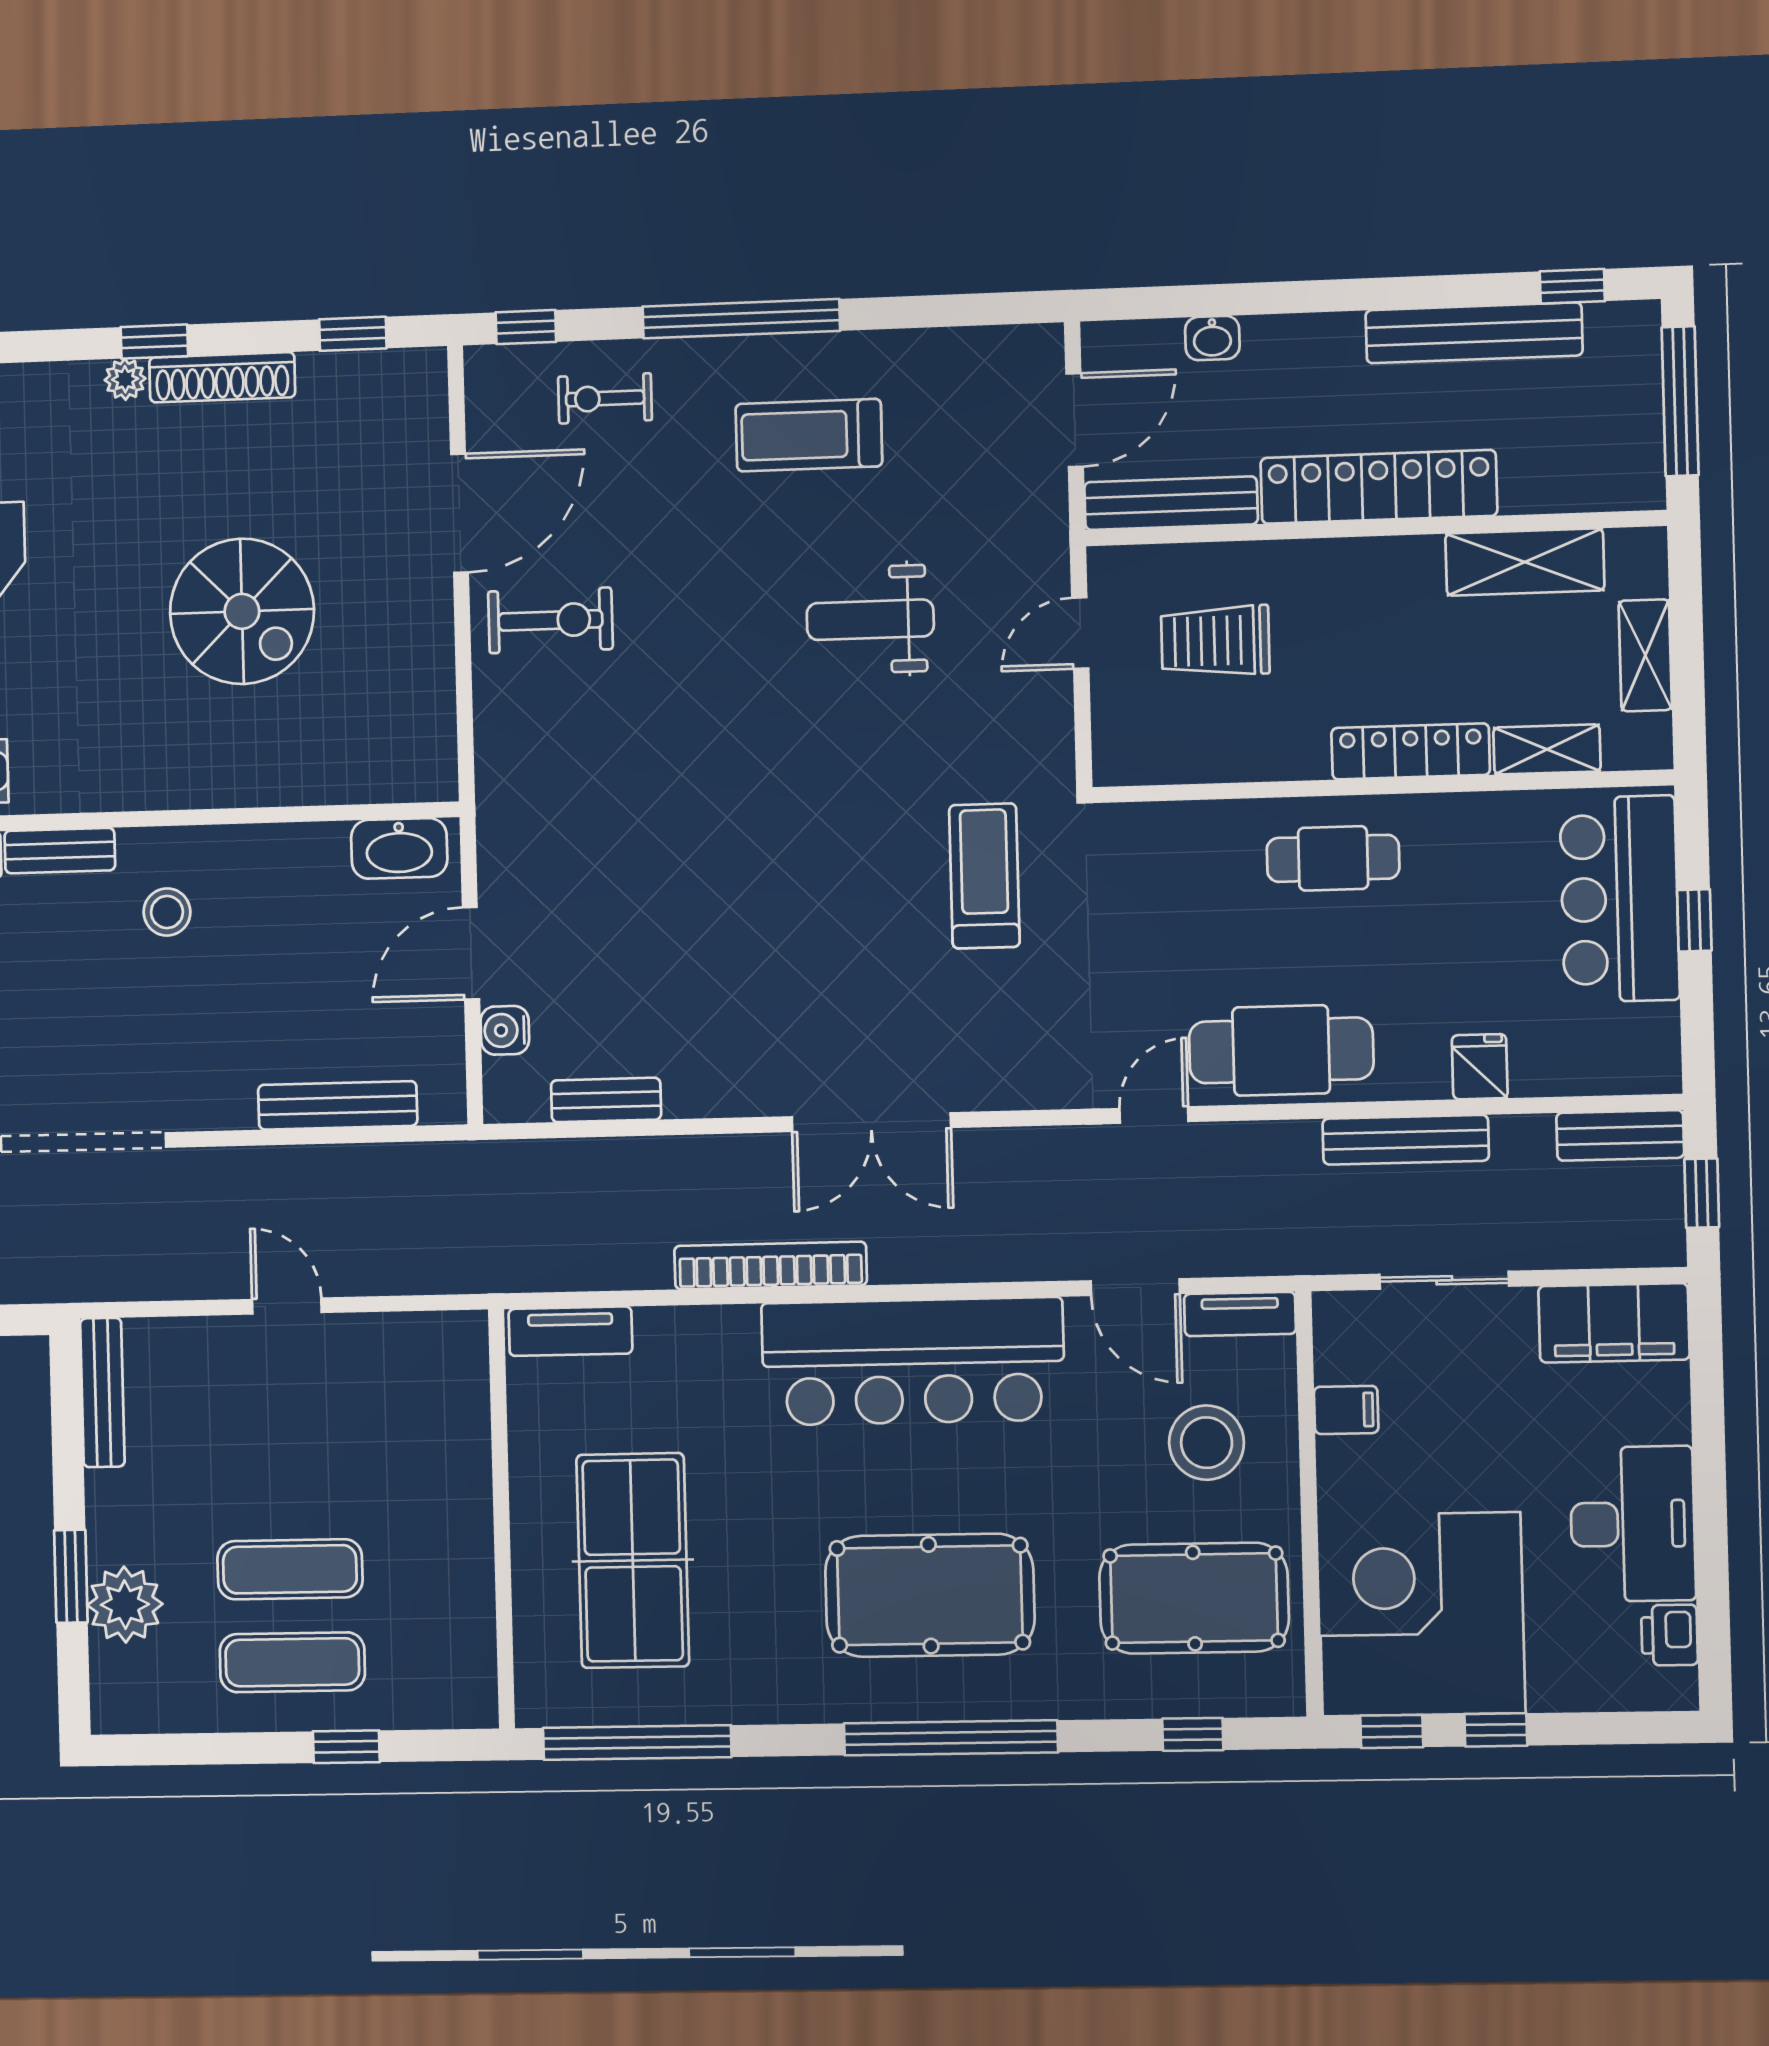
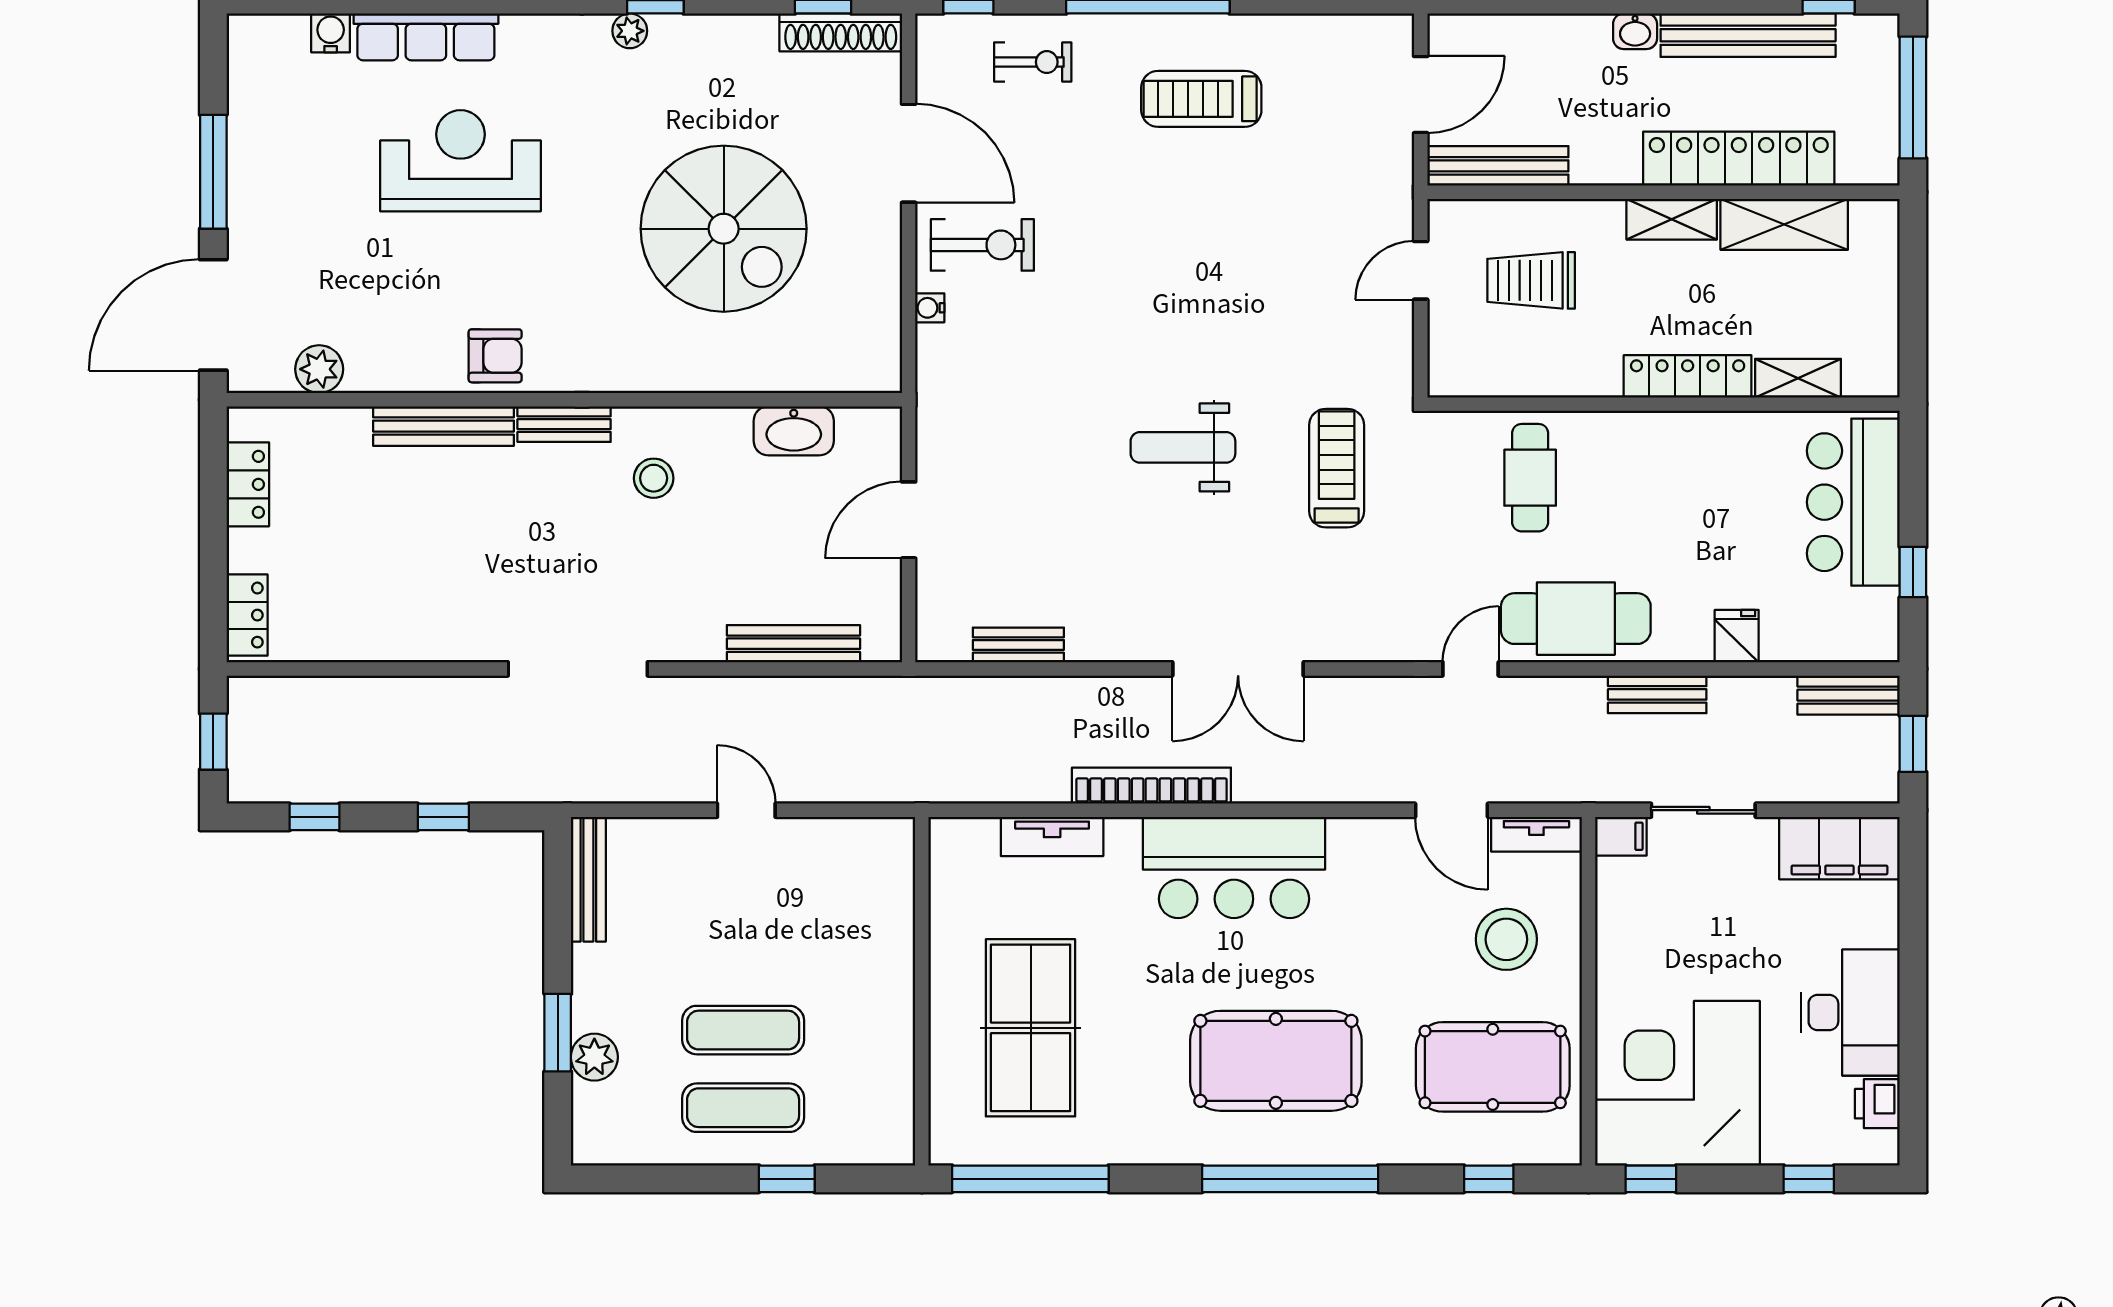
washbasin: (1212, 338) -> (1635, 31), moved
shoe rack: (222, 377) -> (841, 32), moved
exercise bike: (605, 398) -> (1033, 62), turned 180
locker: (1379, 487) -> (1739, 159), moved
door: (459, 513) -> (909, 153), hinge flipped
spiral stairs: (242, 611) -> (724, 229), width x1.37, depth x1.37
weight bench: (870, 620) -> (1183, 447), moved
shelving: (1645, 655) -> (1672, 219), moved, turned 90
washbasin: (399, 848) -> (794, 431), moved
cafe table: (1333, 858) -> (1530, 478), moved, turned 90
window: (1694, 920) -> (1913, 572), moved
water cooler: (505, 1030) -> (930, 308), moved, width x0.72, depth x0.72
bench: (1406, 1140) -> (1657, 694), width x0.73
tv unit: (570, 1331) -> (1052, 836), moved
bar counter: (913, 1361) -> (1234, 868), width x0.73
filing cabinet: (1346, 1410) -> (1621, 836), moved
plant: (125, 1605) -> (594, 1057), width x0.73, depth x0.73
window: (1496, 1730) -> (1809, 1179), moved

